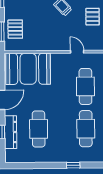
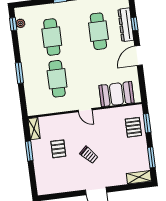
door: (77, 52) -> (85, 110), moved
booth: (28, 69) -> (116, 94), width x0.73, depth x0.70

